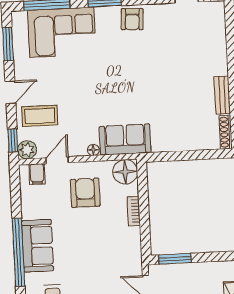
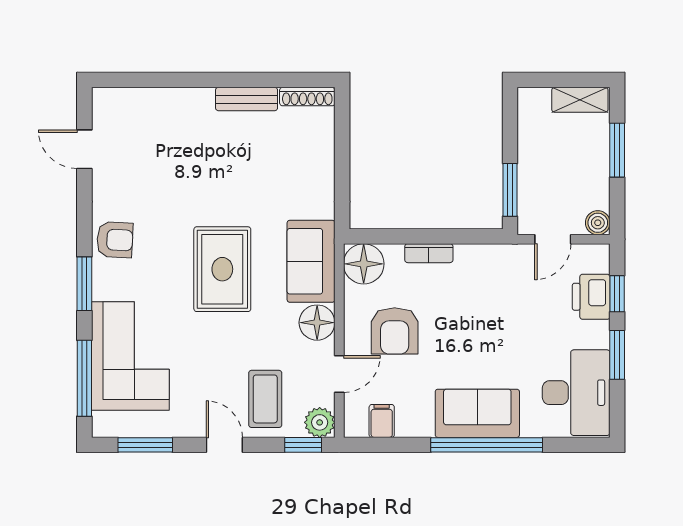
rug: (118, 86) -> (222, 269), added
floor lamp: (93, 150) -> (317, 323), width x1.89, depth x1.89
door: (57, 160) -> (339, 374), swing flipped
filing cabinet: (37, 174) -> (382, 421), moved, turned -90
armchair: (85, 193) -> (395, 331), turned -90

